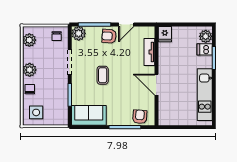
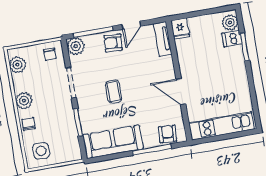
tv unit: (149, 52) -> (163, 39), moved
kitchen unit: (205, 95) -> (222, 126), moved, turned 90
sofa: (89, 115) -> (113, 142), width x1.36

